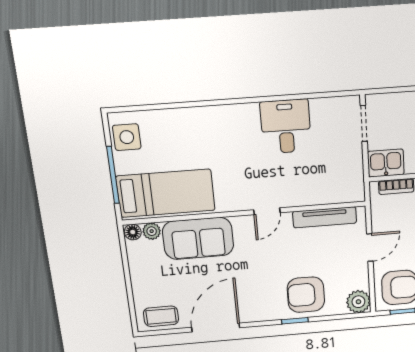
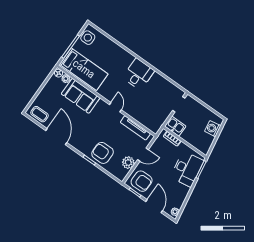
desk: (286, 126) -> (138, 74), moved
door: (267, 211) -> (115, 107), swing flipped
plant: (358, 302) -> (128, 163), moved
door: (216, 328) -> (56, 137), hinge flipped

